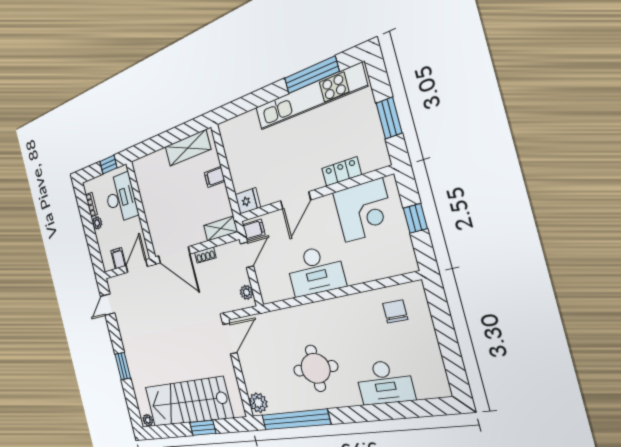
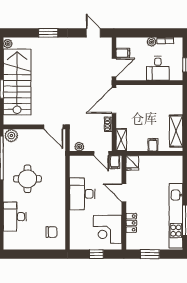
desk: (121, 198) -> (158, 68), width x0.73
door: (137, 266) -> (114, 68), hinge flipped

